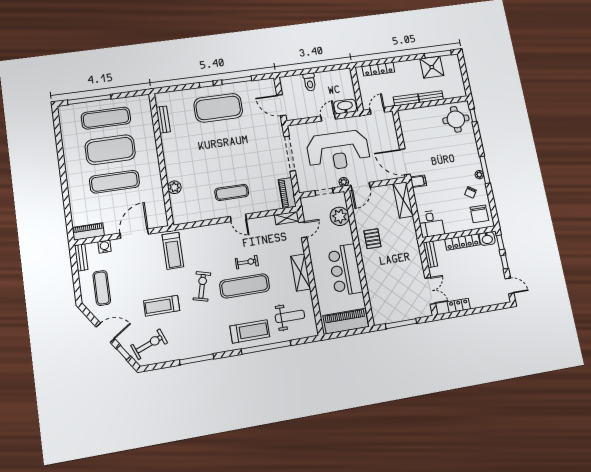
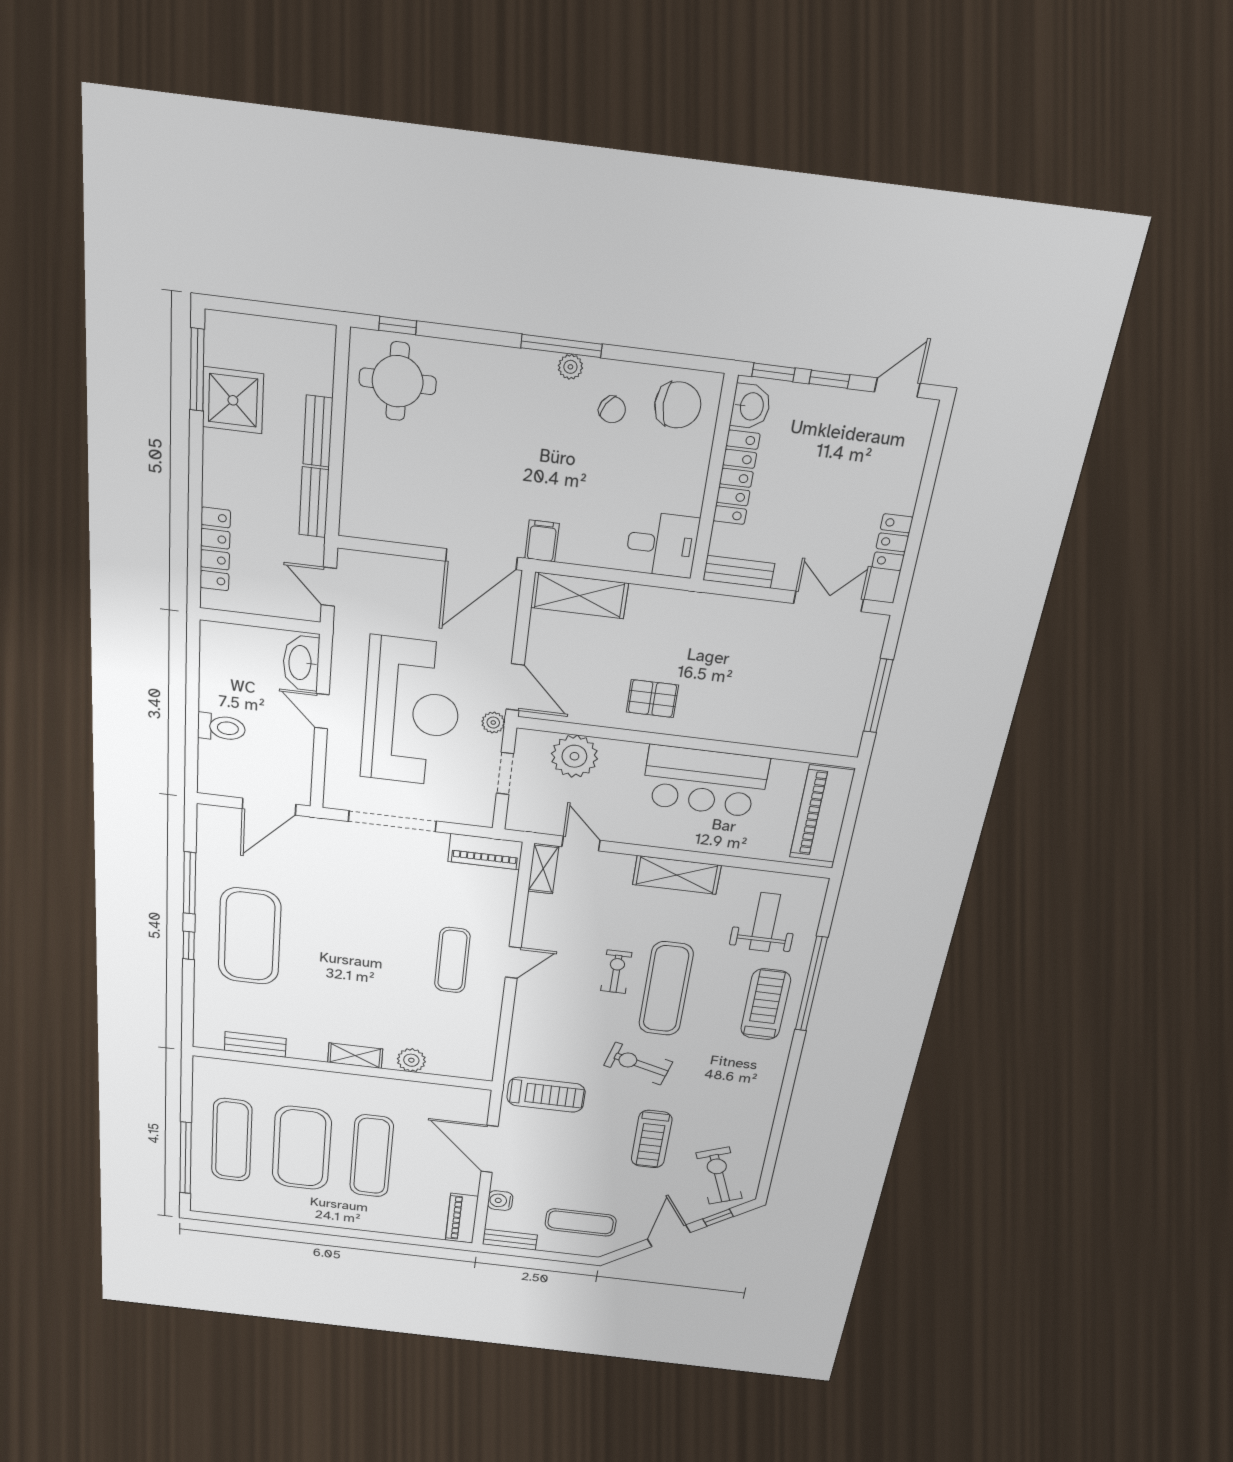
shelving: (170, 163) -> (355, 1056), added
window: (197, 359) -> (782, 1108), removed

